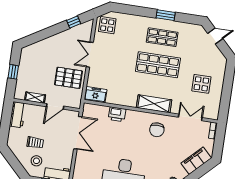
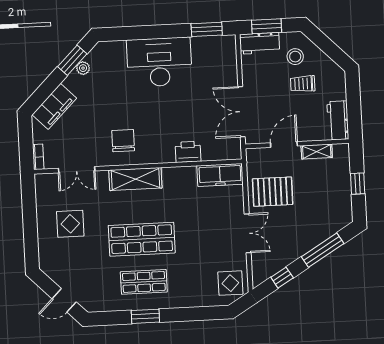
window: (44, 34) -> (323, 250), added
freezer: (96, 95) -> (220, 175), width x1.40

